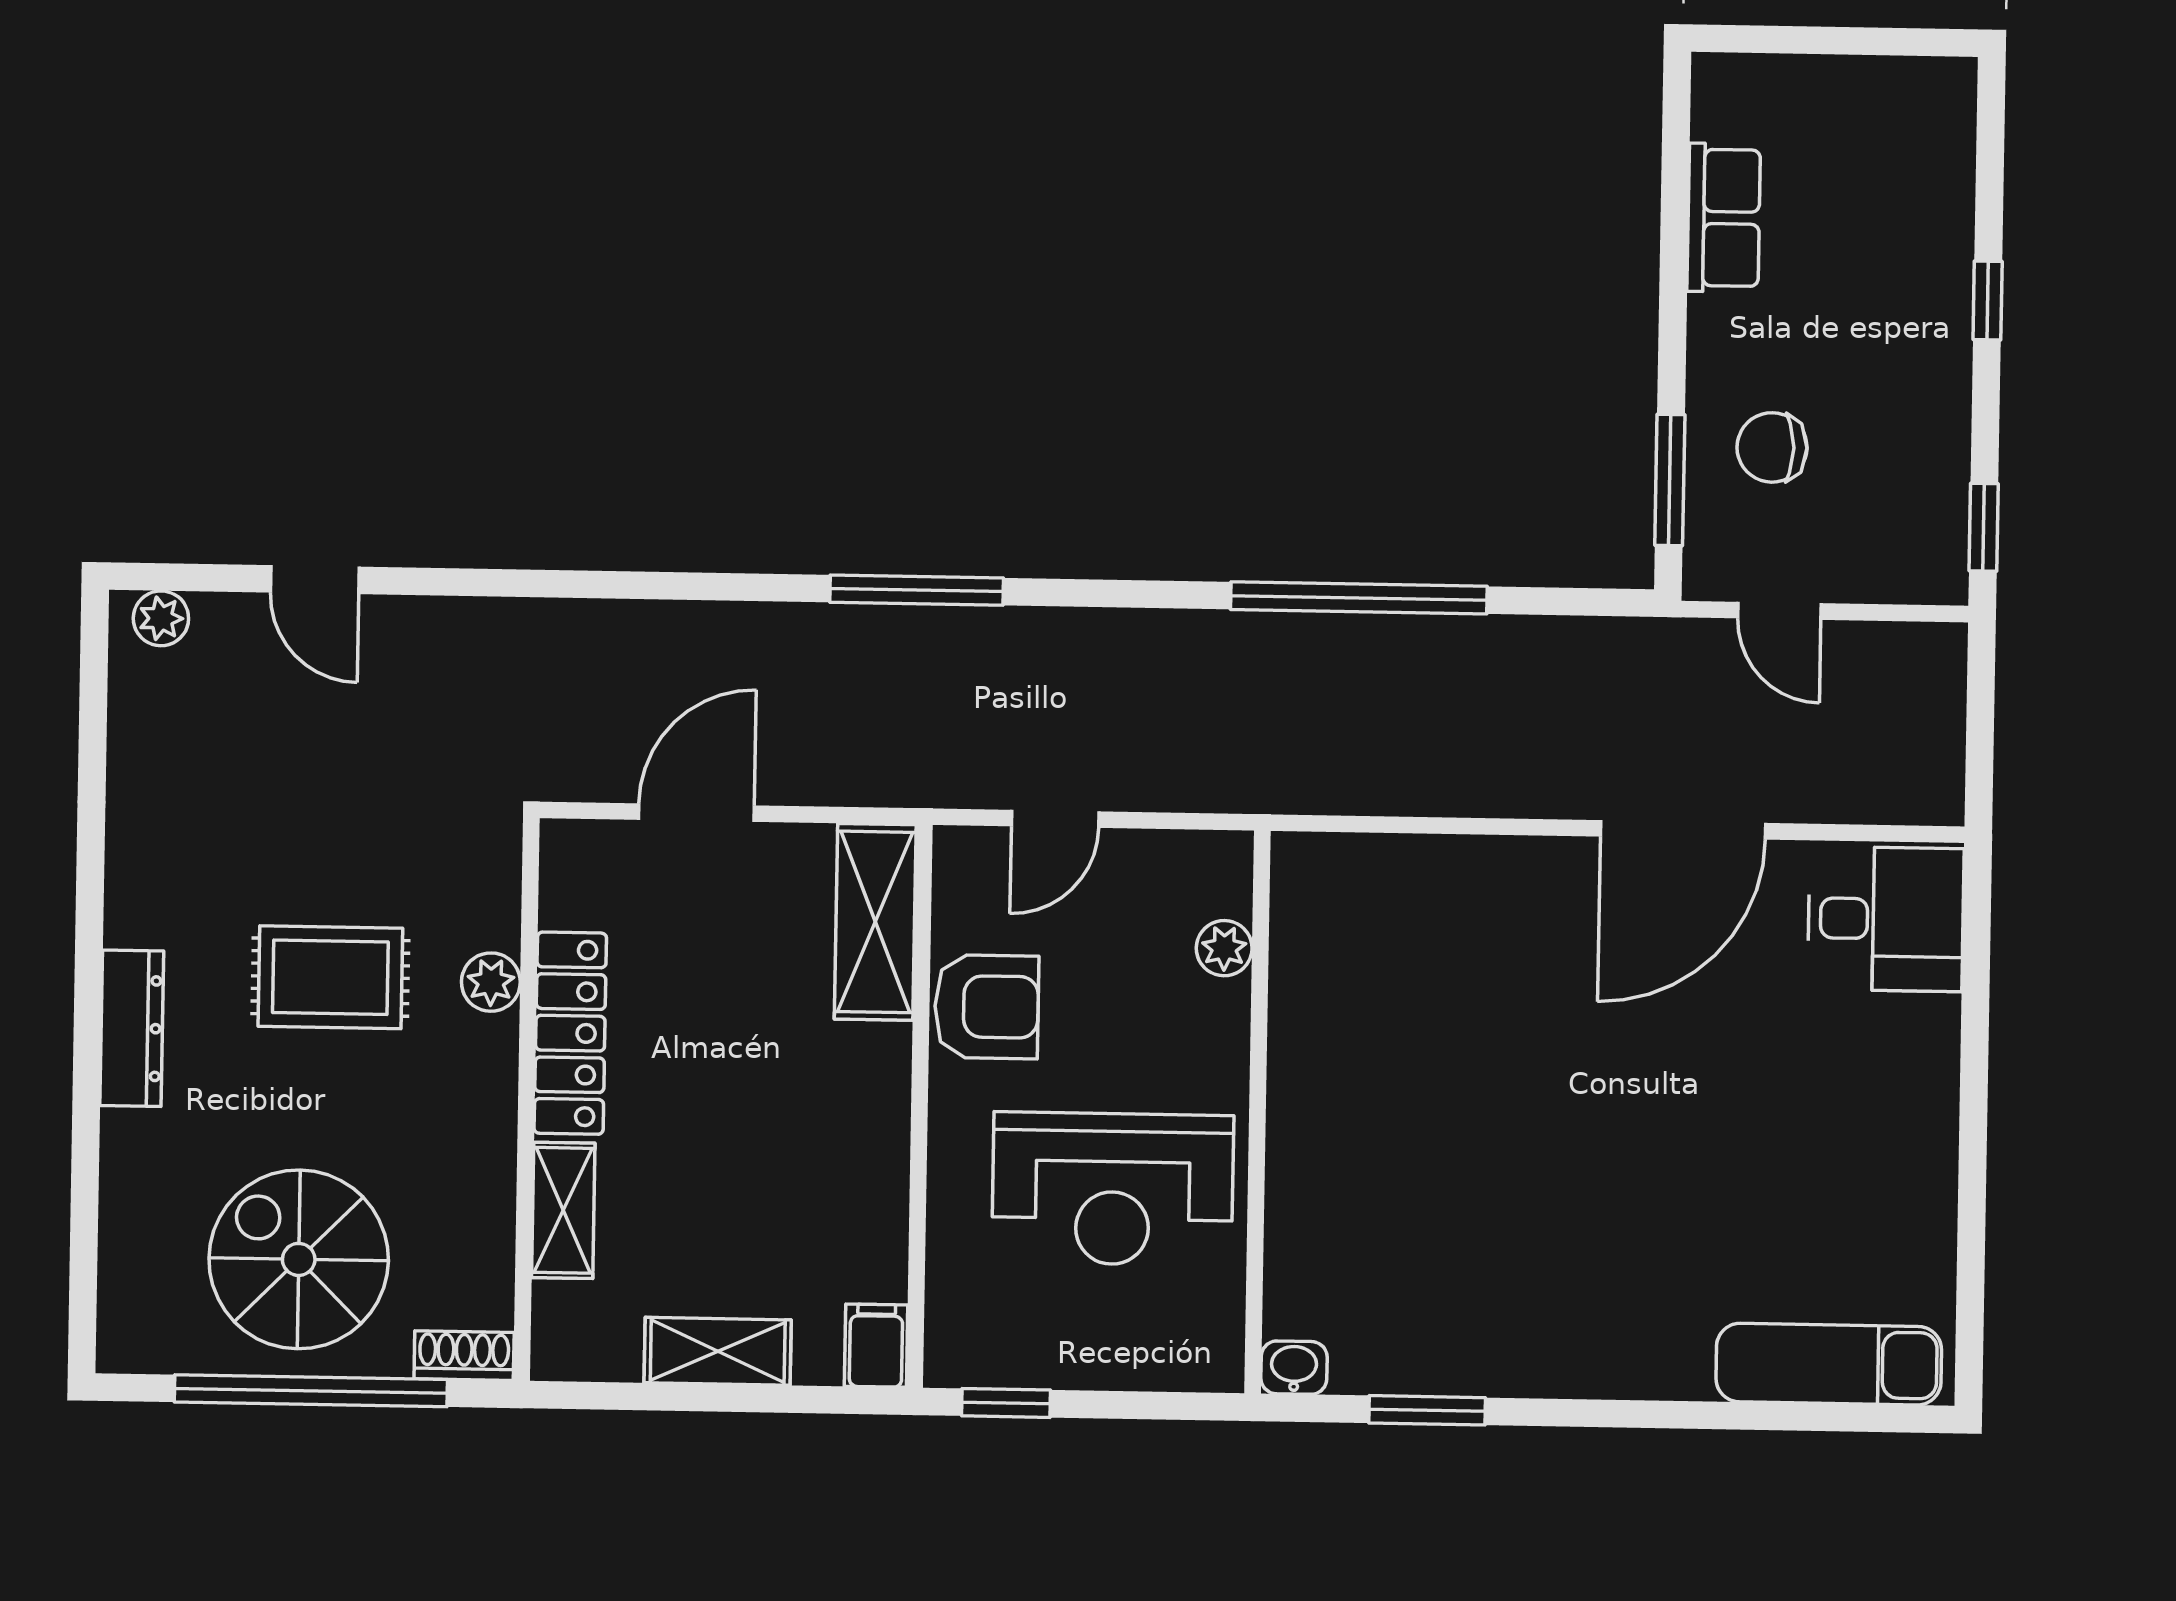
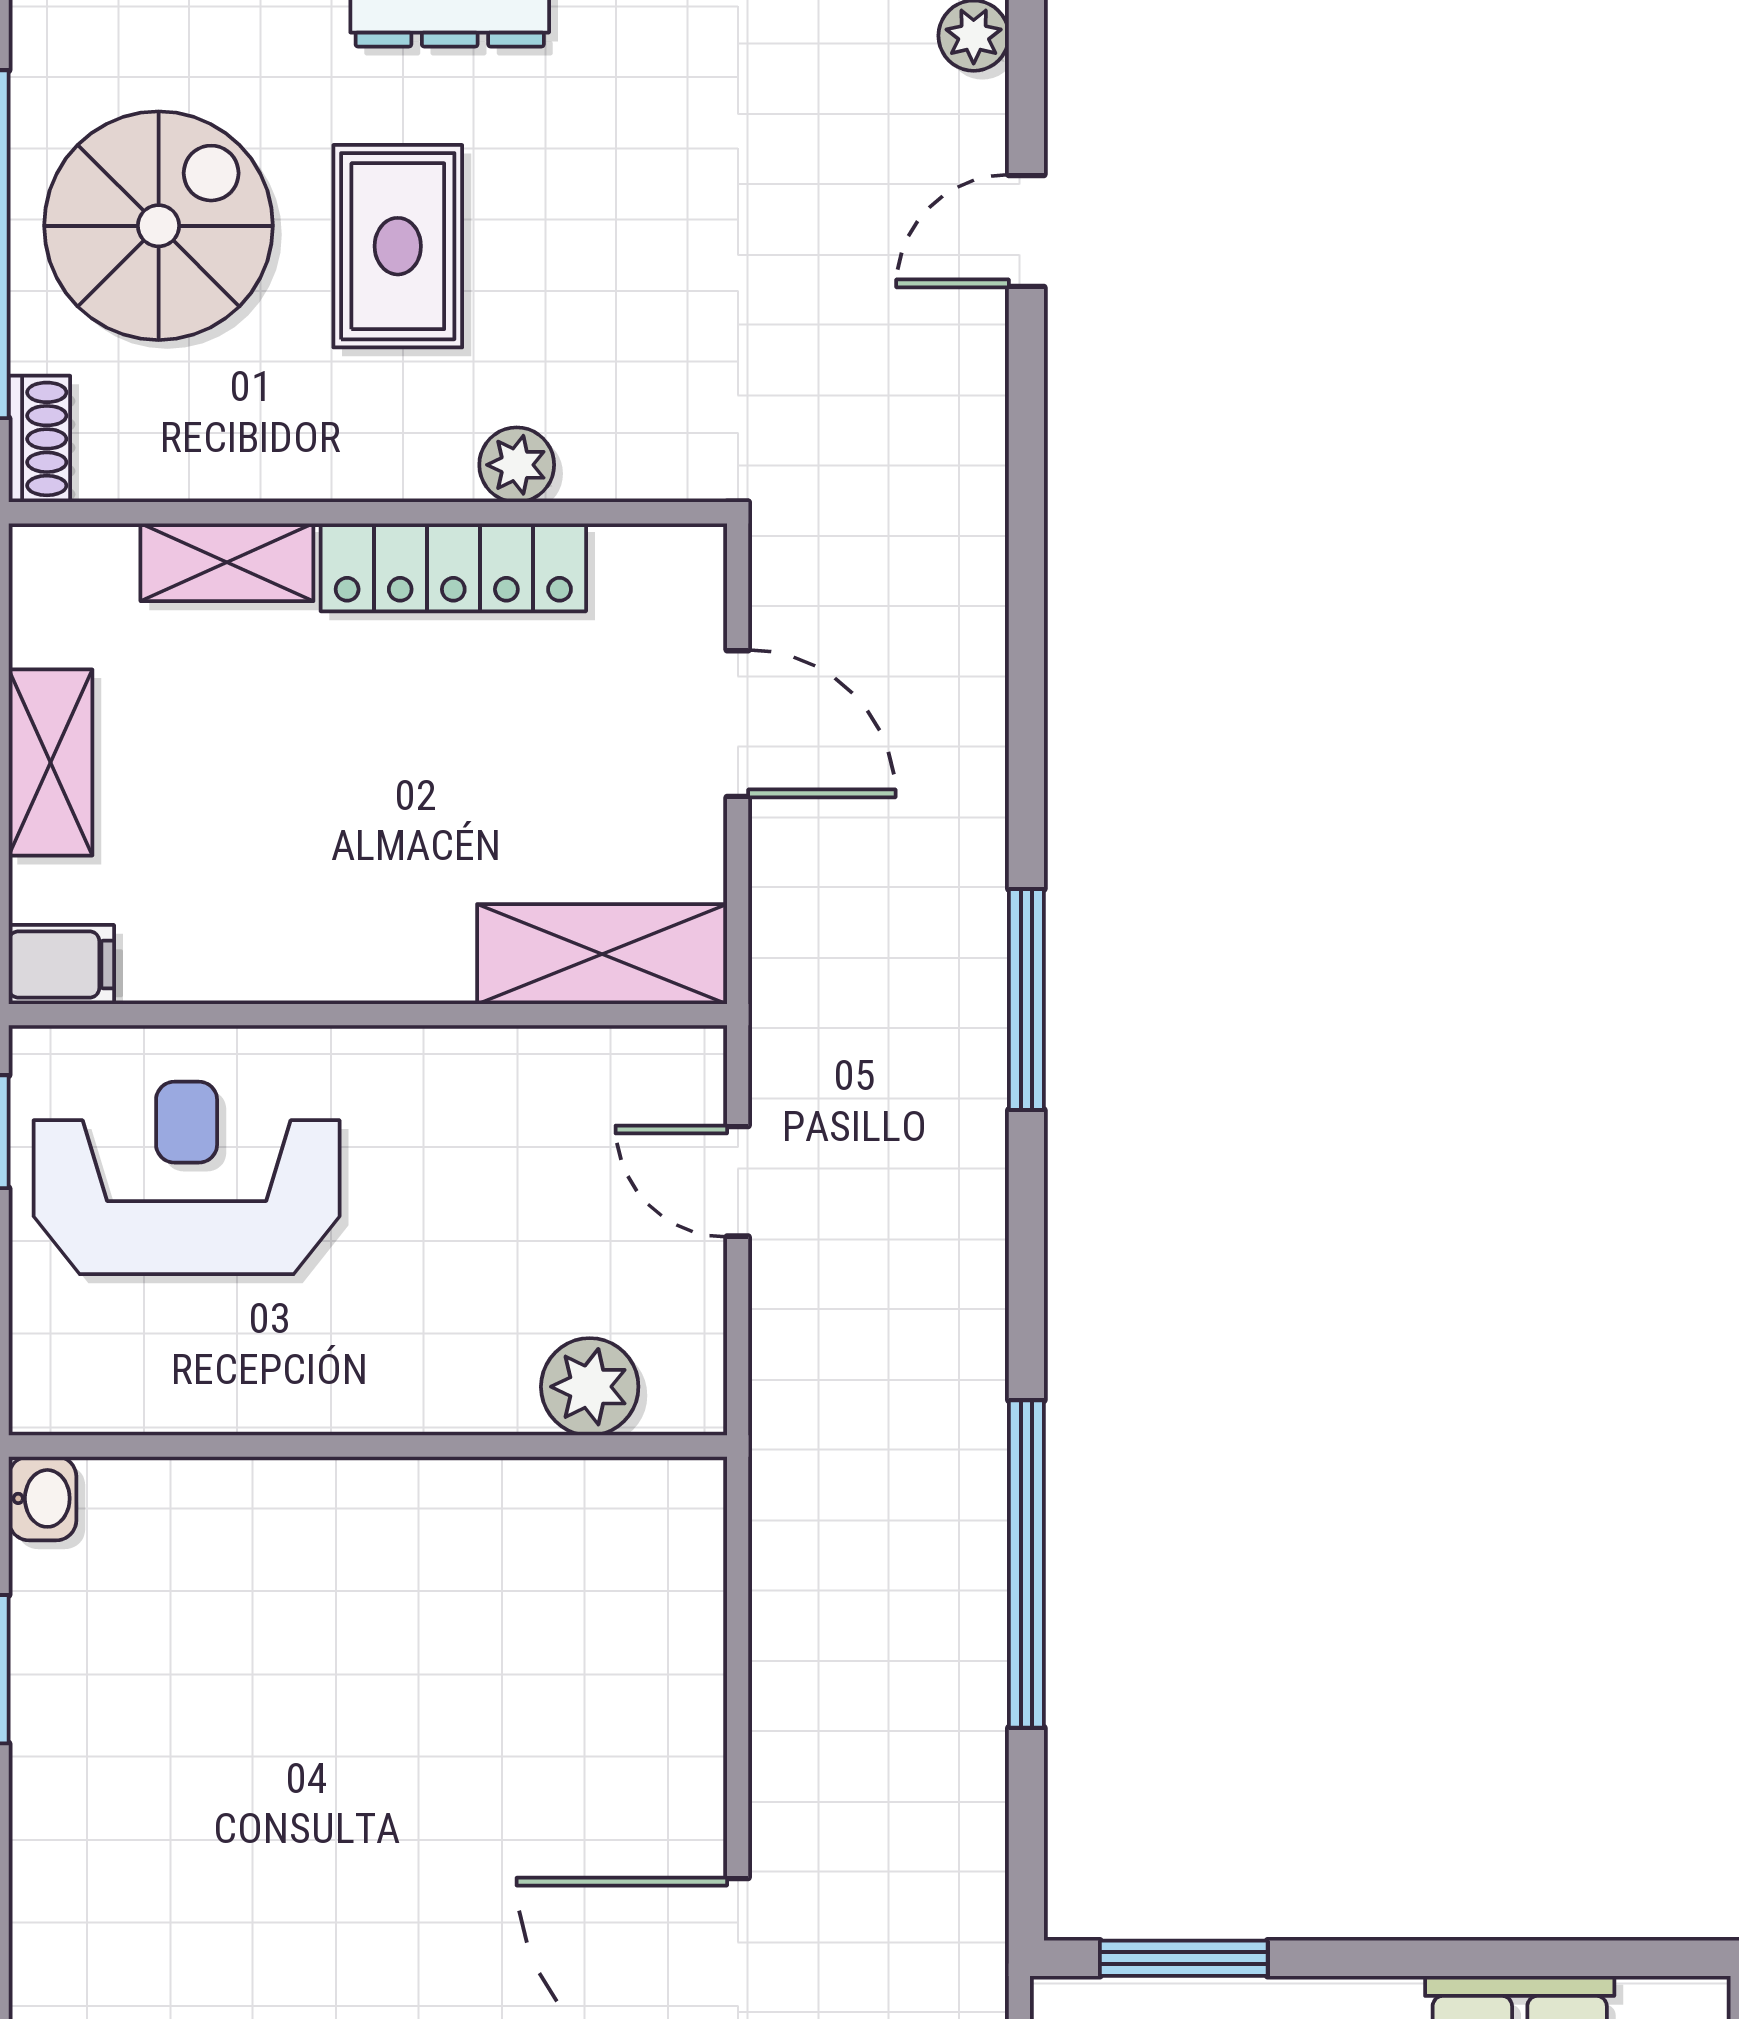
plant: (1224, 948) -> (590, 1387), width x1.38, depth x1.38
rug: (330, 977) -> (398, 246), moved
armchair: (987, 1007) -> (496, 1098), removed
reception desk: (1113, 1189) -> (187, 1178), moved, turned 90

